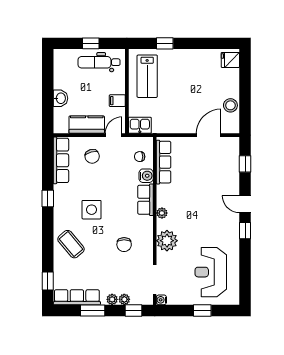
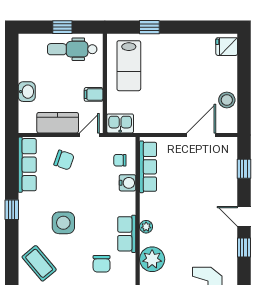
chair: (92, 156) -> (64, 160), turned -57
row of seats: (145, 200) -> (127, 234), moved

